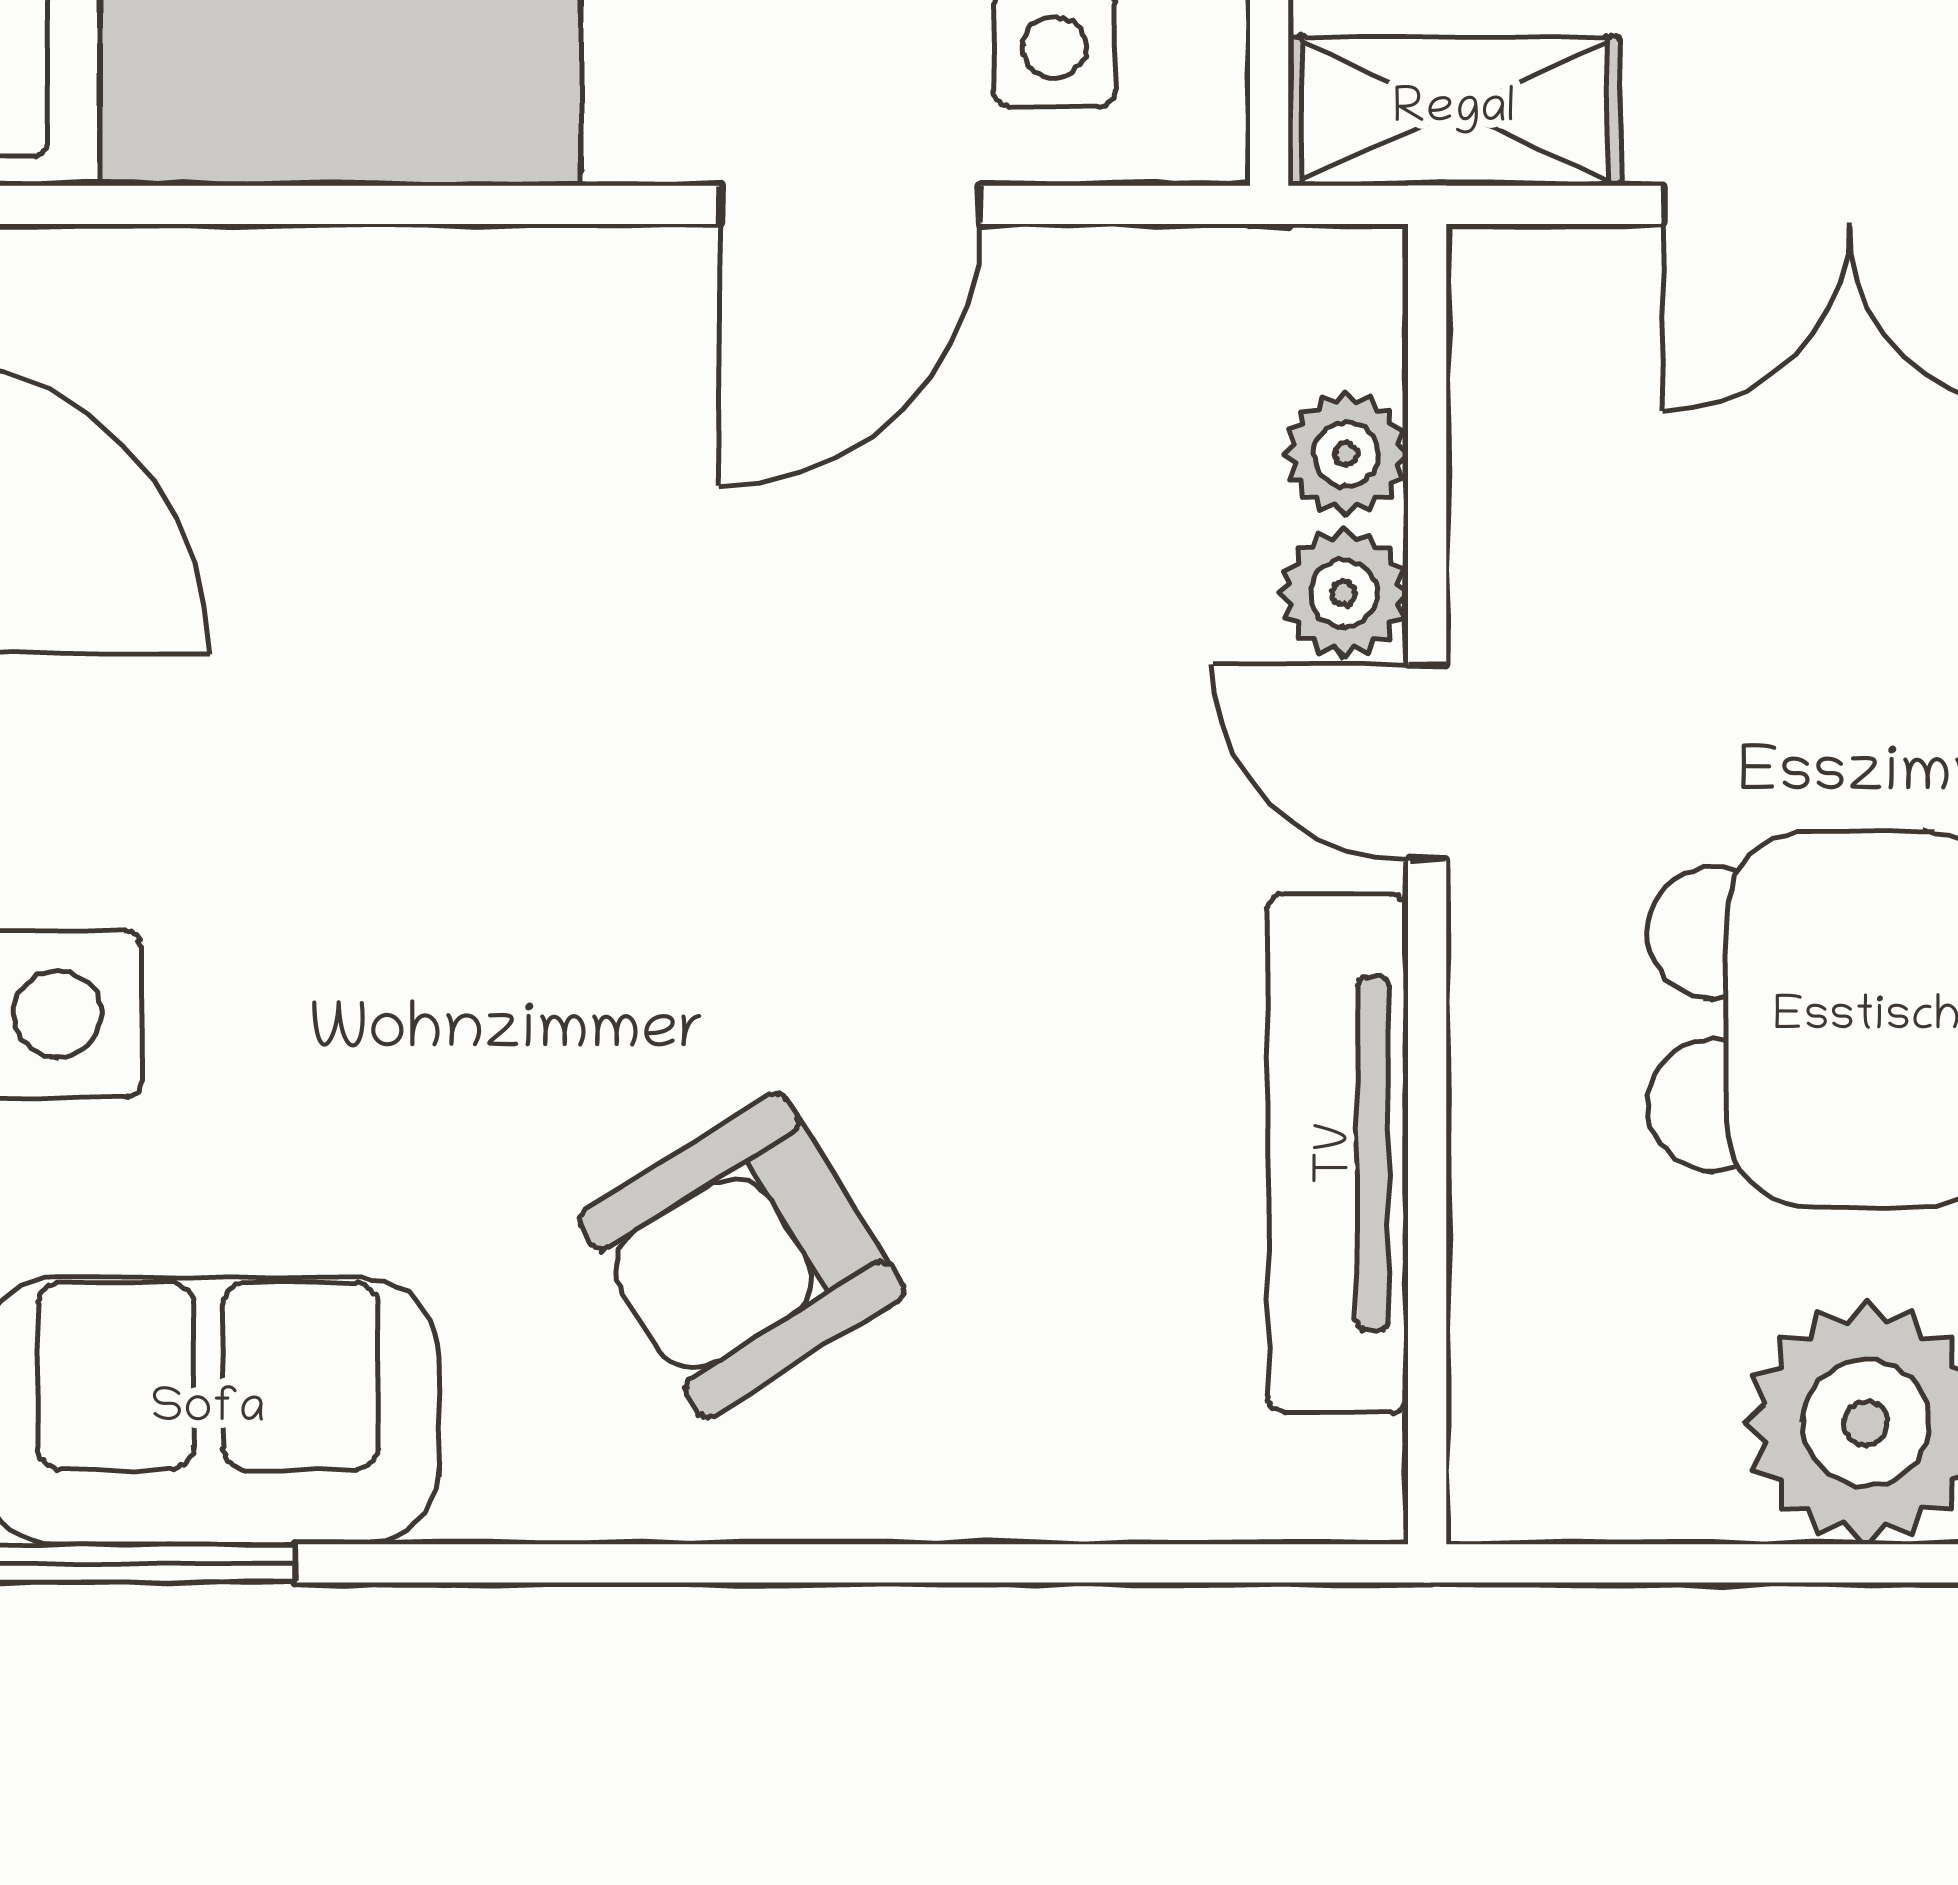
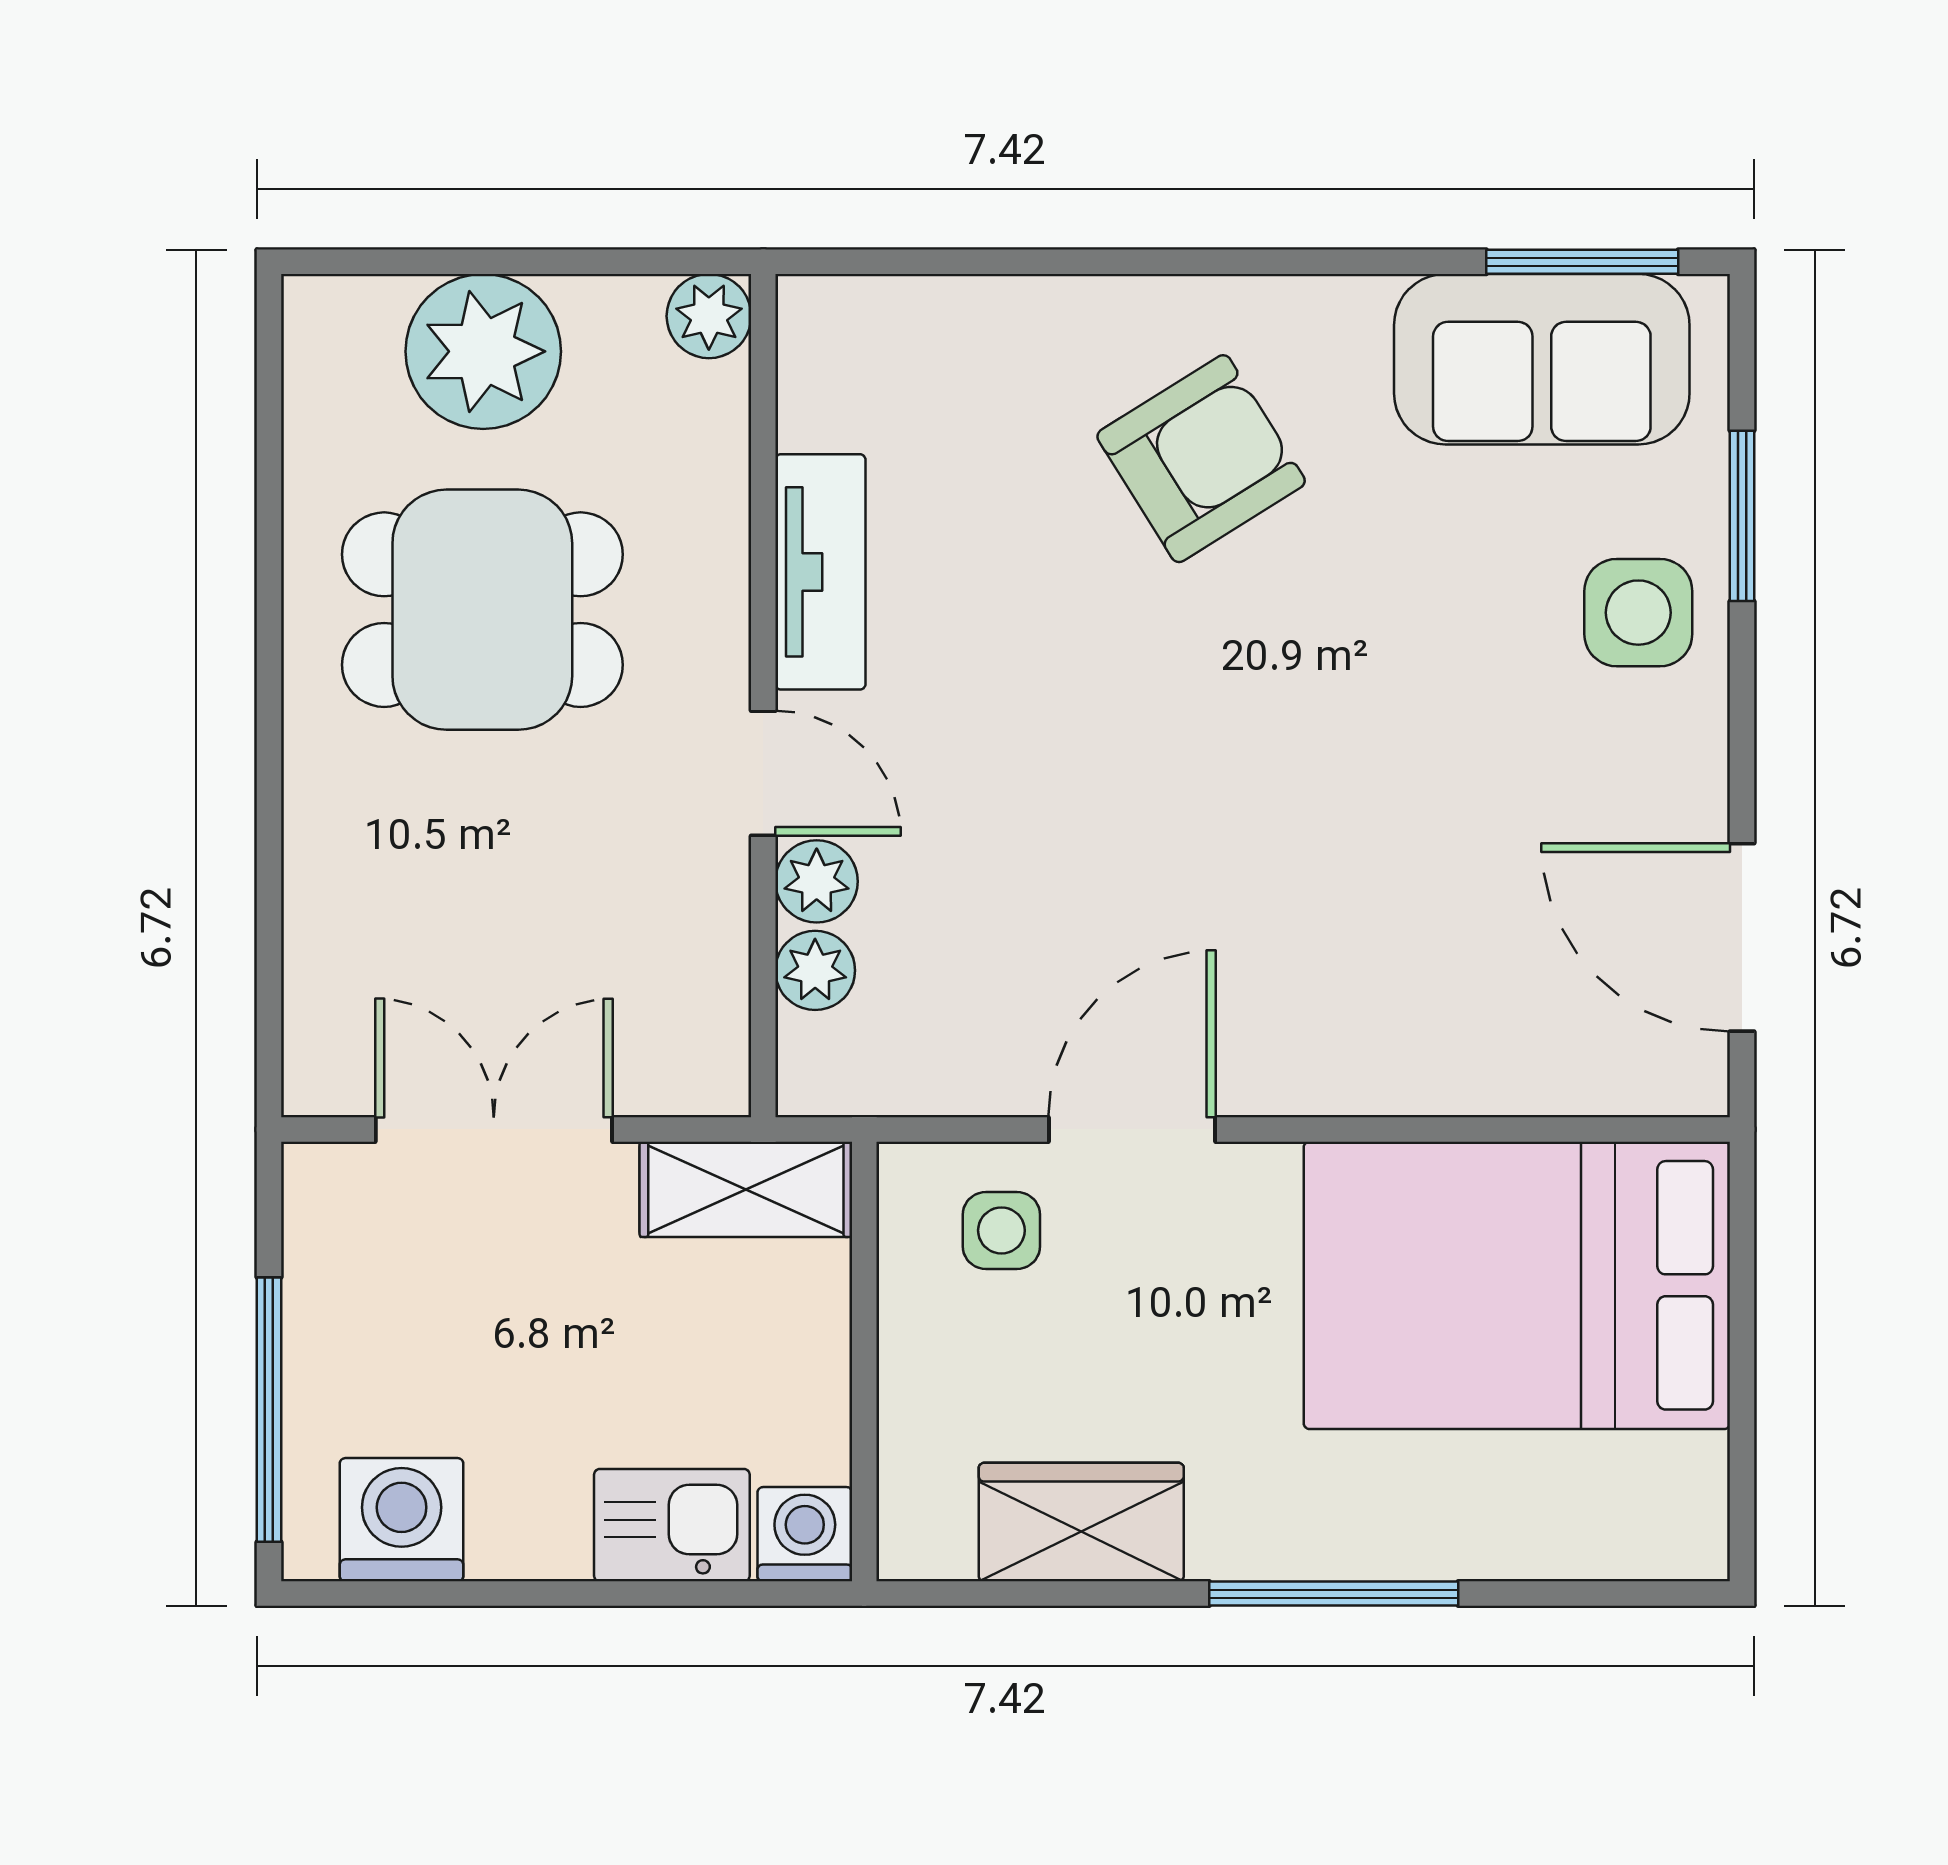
tv unit: (1338, 1153) -> (820, 572), width x0.71
plant: (1512, 1478) -> (709, 316), added

